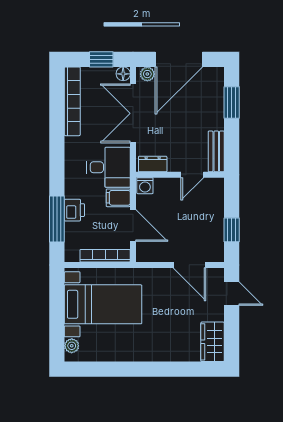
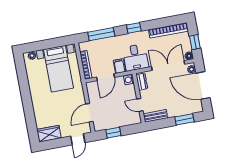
window: (57, 161) -> (134, 28), added
printer: (74, 210) -> (108, 43), removed

